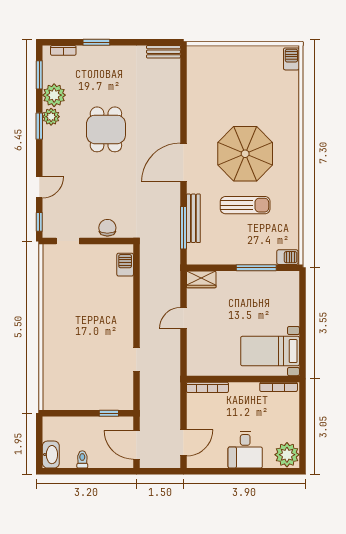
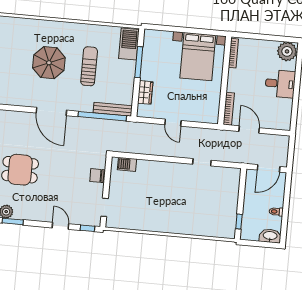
parasol: (245, 154) -> (49, 63), width x0.73, depth x0.73
bench: (193, 218) -> (113, 109), moved
window: (183, 228) -> (102, 116), width x1.46
barbecue: (287, 257) -> (129, 44), width x1.88, depth x1.53
wardrobe: (201, 279) -> (145, 92), moved
bed with nightstands: (270, 351) -> (198, 57), width x1.36
window: (109, 413) -> (239, 222), moved
door: (183, 443) -> (249, 130), moved

